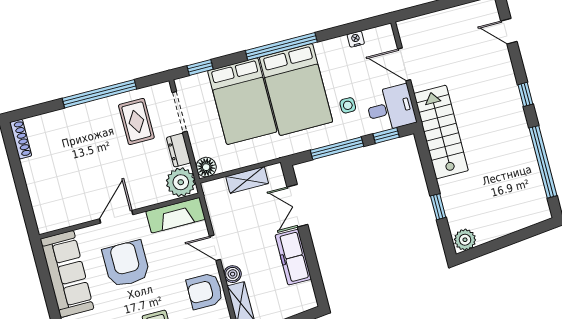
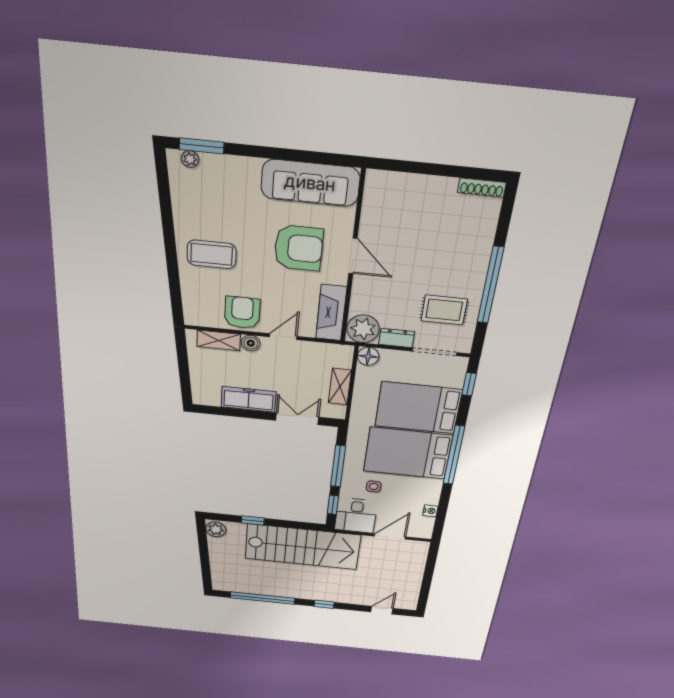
stairs: (441, 132) -> (302, 547), width x1.36, depth x1.51

